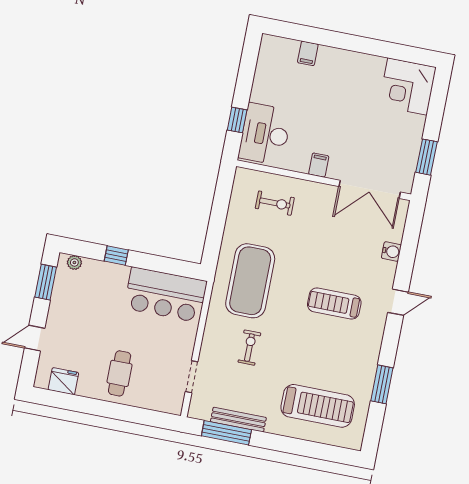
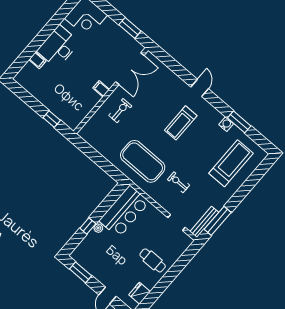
desk: (265, 134) -> (58, 47), moved, turned 90
exercise bike: (275, 203) -> (120, 111), moved
water cooler: (391, 251) -> (226, 124), moved
plant: (74, 262) -> (98, 228), moved
bench: (238, 420) -> (204, 222), moved

